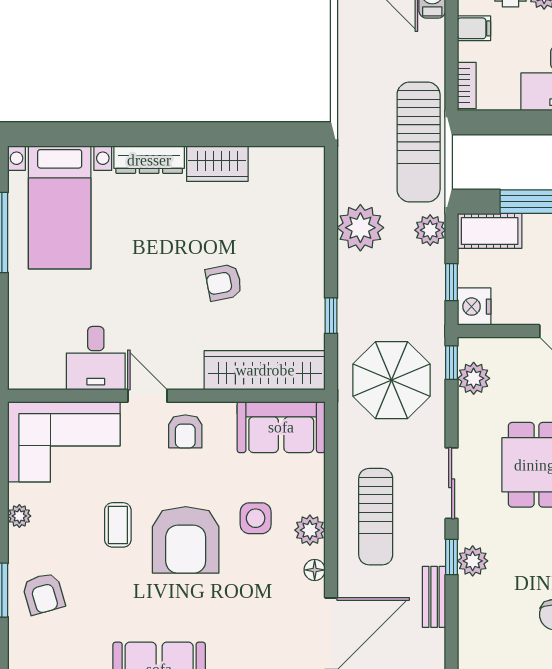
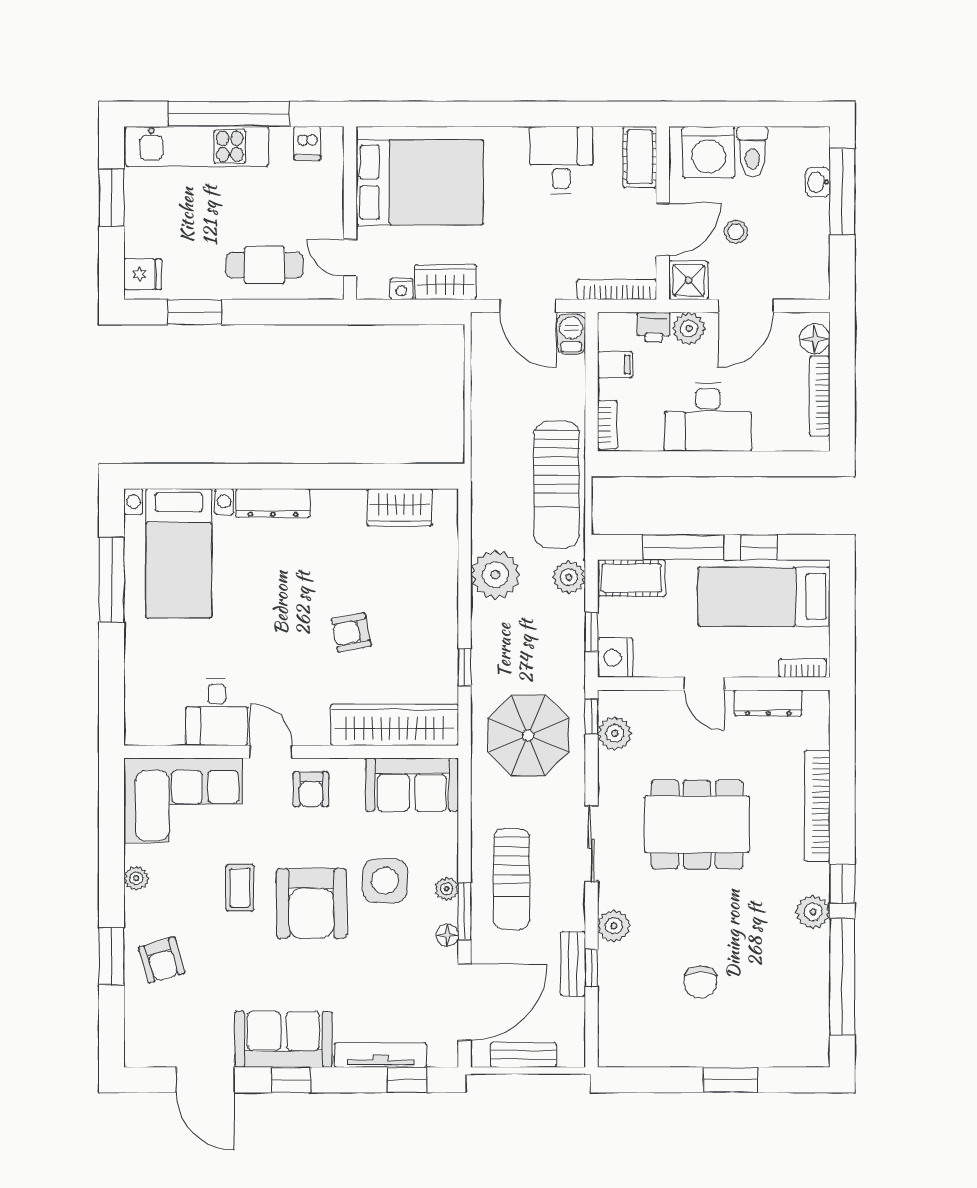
wardrobe: (217, 164) -> (400, 507), moved
side table: (256, 518) -> (385, 881), width x1.37, depth x1.37
plant: (310, 530) -> (447, 889), width x0.73, depth x0.73
window: (331, 547) -> (465, 911), added
window: (452, 557) -> (591, 968), moved

